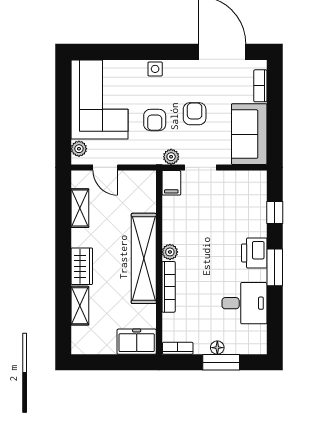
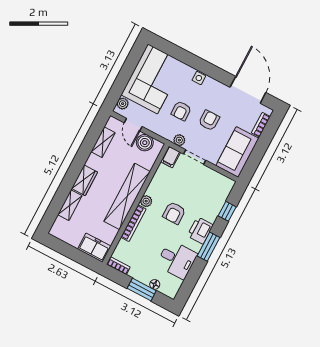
boiler: (131, 182) -> (145, 143), added
armchair: (211, 248) -> (174, 213), added
floor lamp: (217, 348) -> (155, 284), moved

